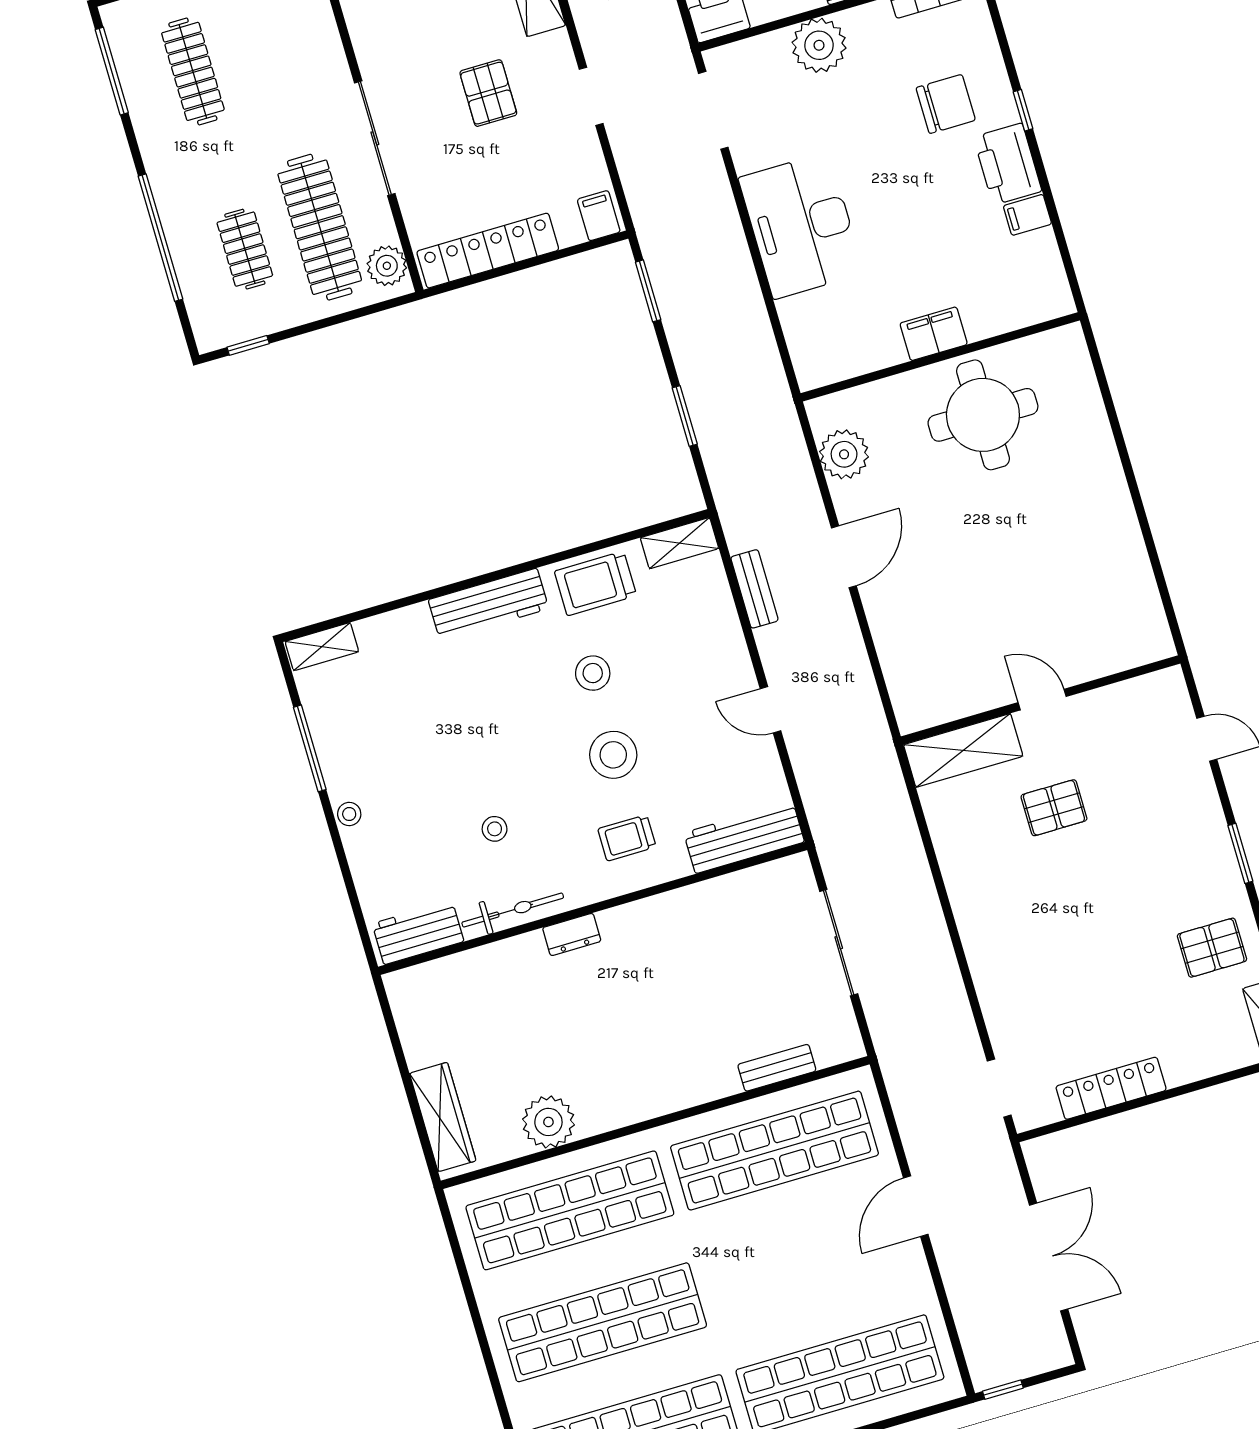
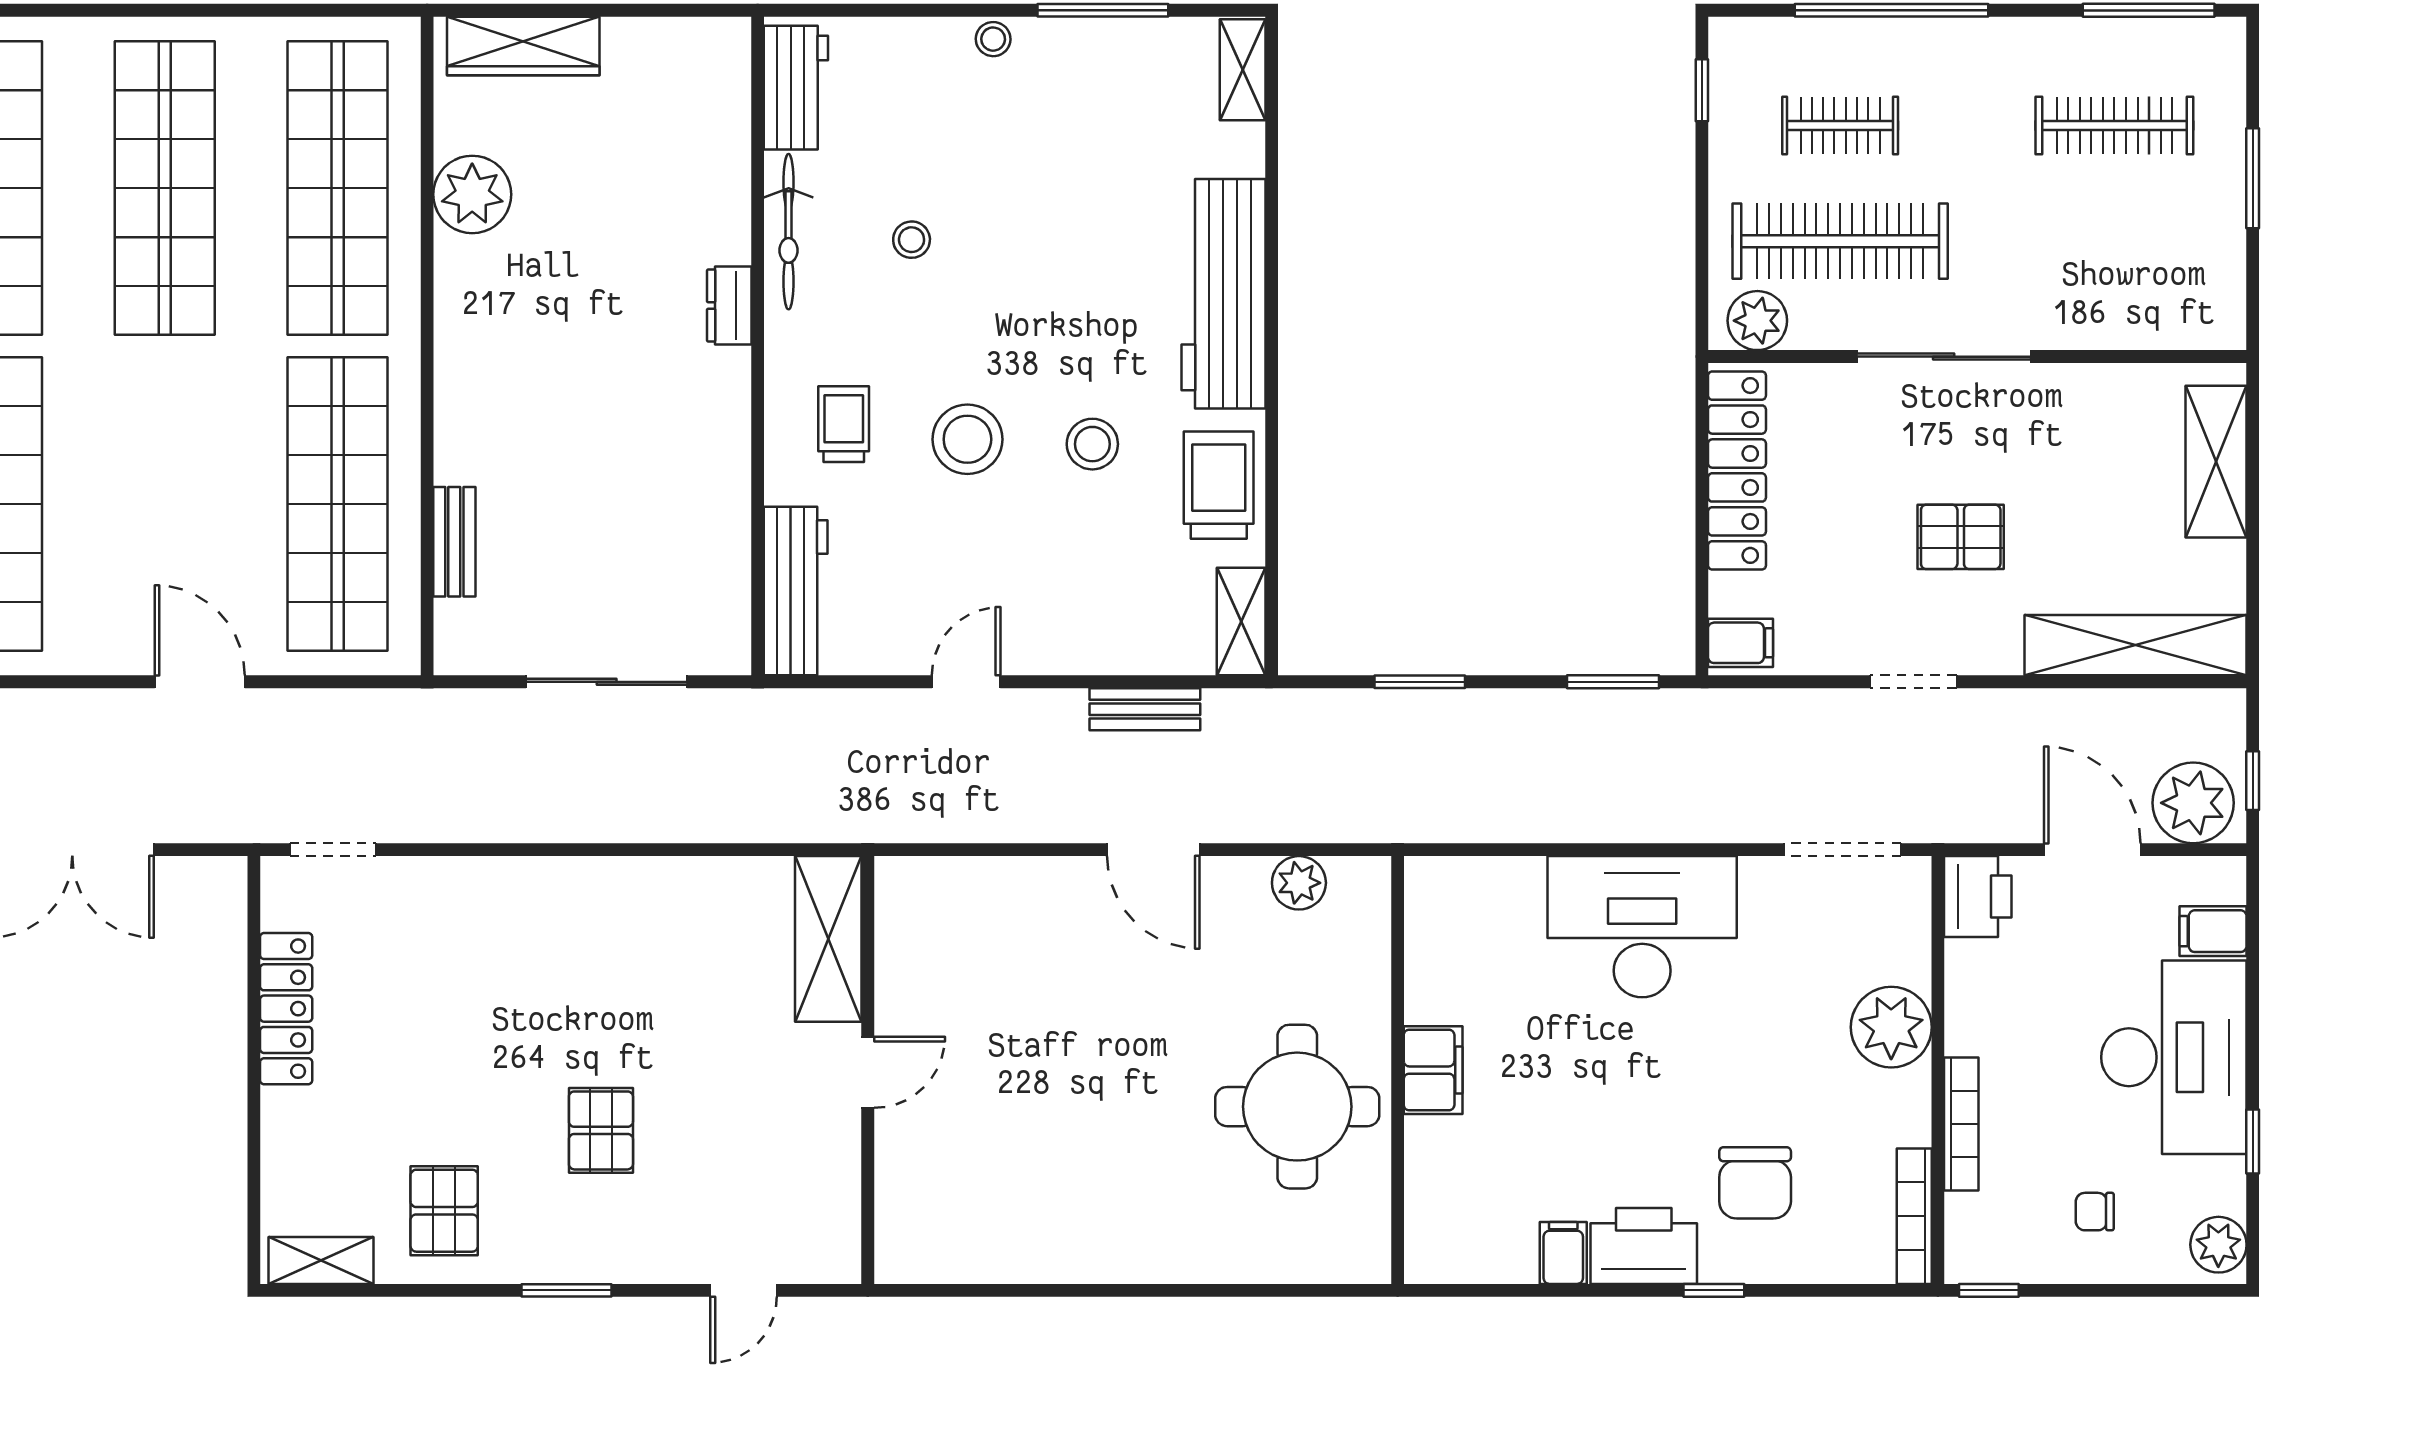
plant: (844, 454) -> (1299, 883), width x0.73, depth x0.73
workbench: (488, 604) -> (1223, 294), width x1.36, depth x1.32
pallet: (1054, 808) -> (601, 1130), moved

